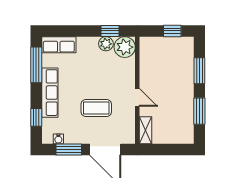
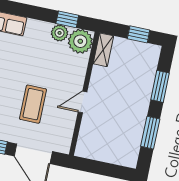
door: (137, 97) -> (83, 102), swing flipped
coffee table: (96, 108) -> (33, 104), turned 90
shelving: (146, 130) -> (103, 50), moved

